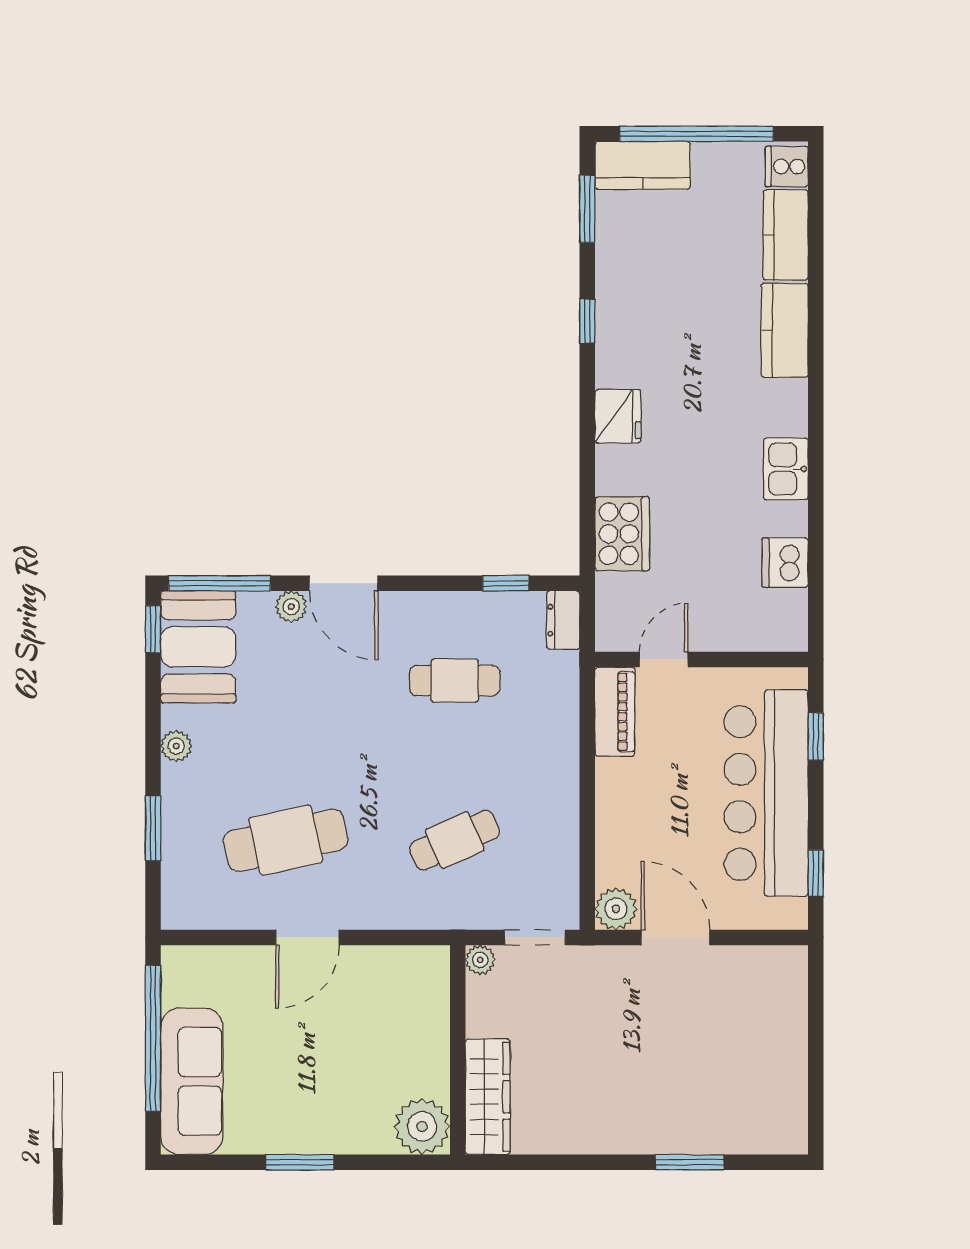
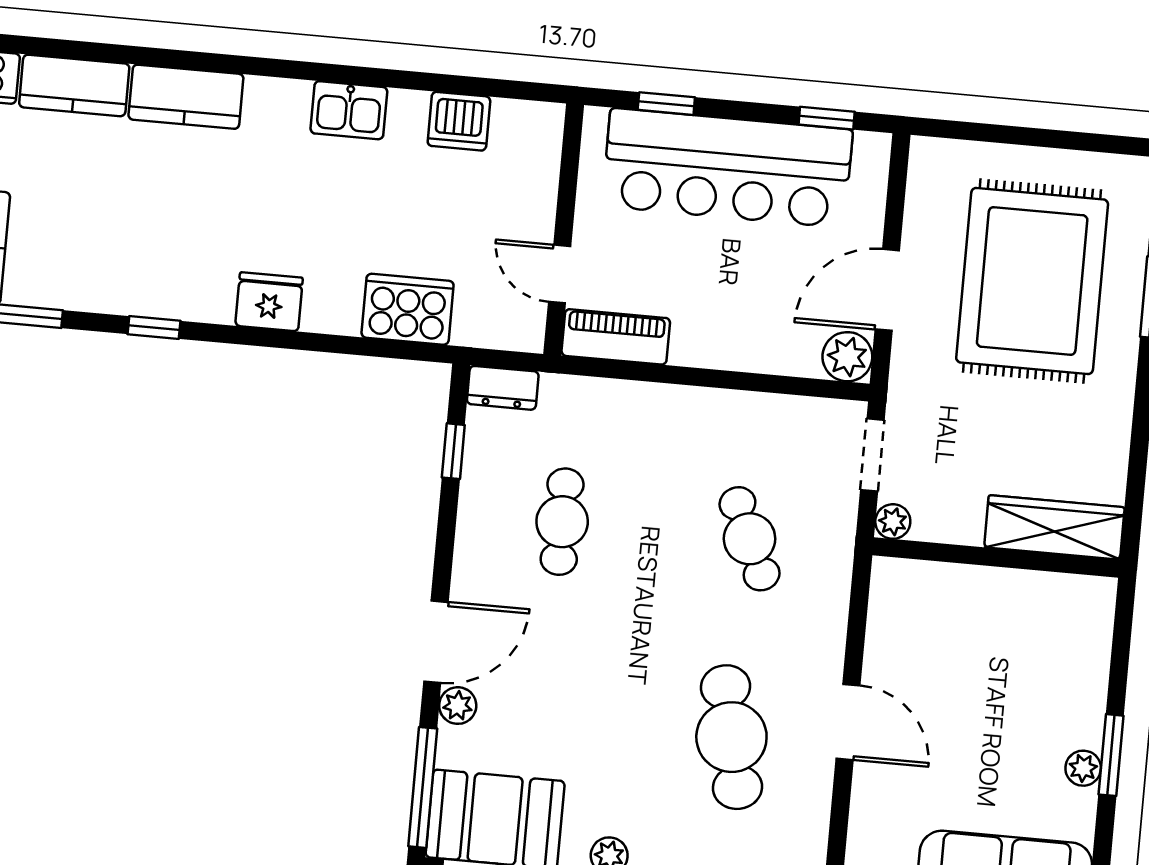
rug: (694, 1059) -> (1032, 281), added
plant: (422, 1127) -> (1083, 768), moved, width x0.53, depth x0.53

